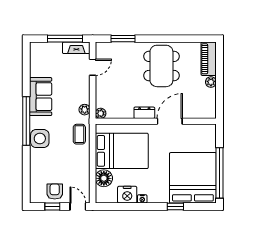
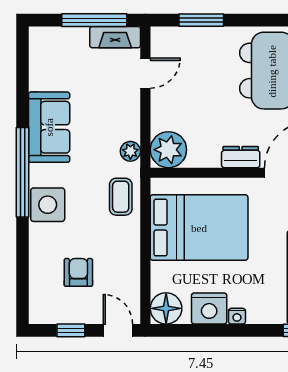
plant: (101, 113) -> (168, 150), width x1.87, depth x1.87
floor lamp: (104, 178) -> (166, 308), moved
armchair: (55, 191) -> (78, 272), moved

